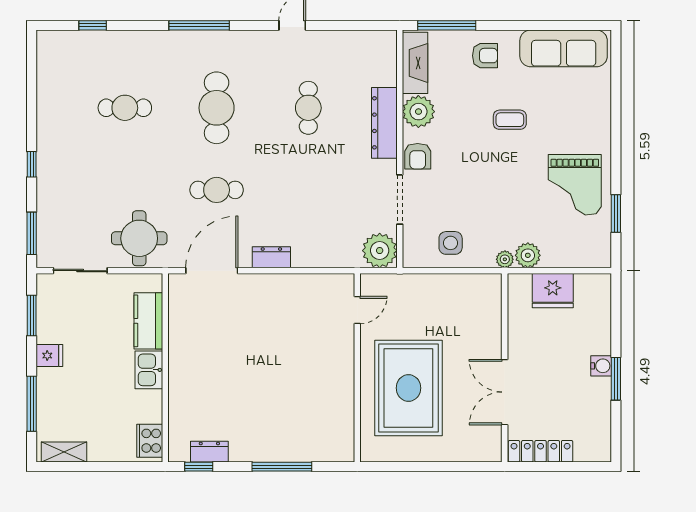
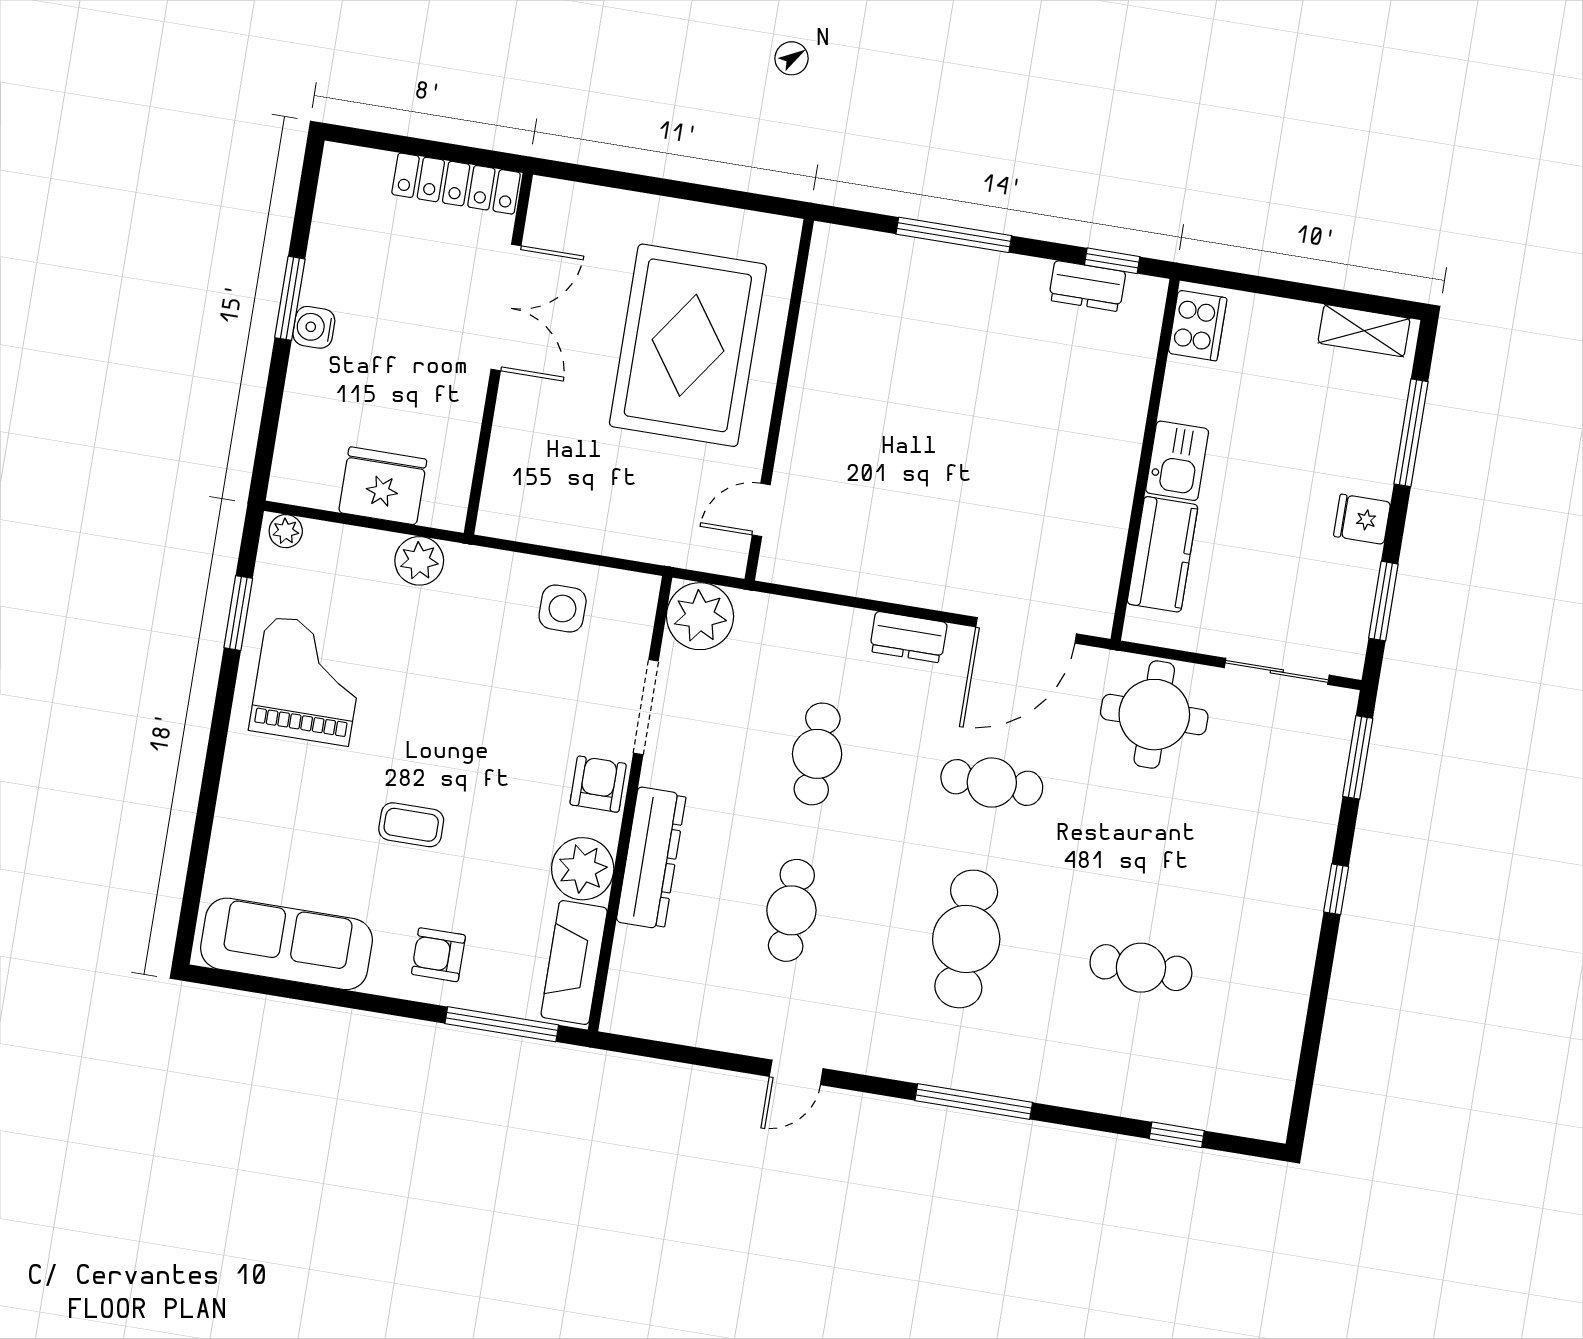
cafe table: (308, 190) -> (817, 754), added
plant: (505, 259) -> (286, 531), moved

